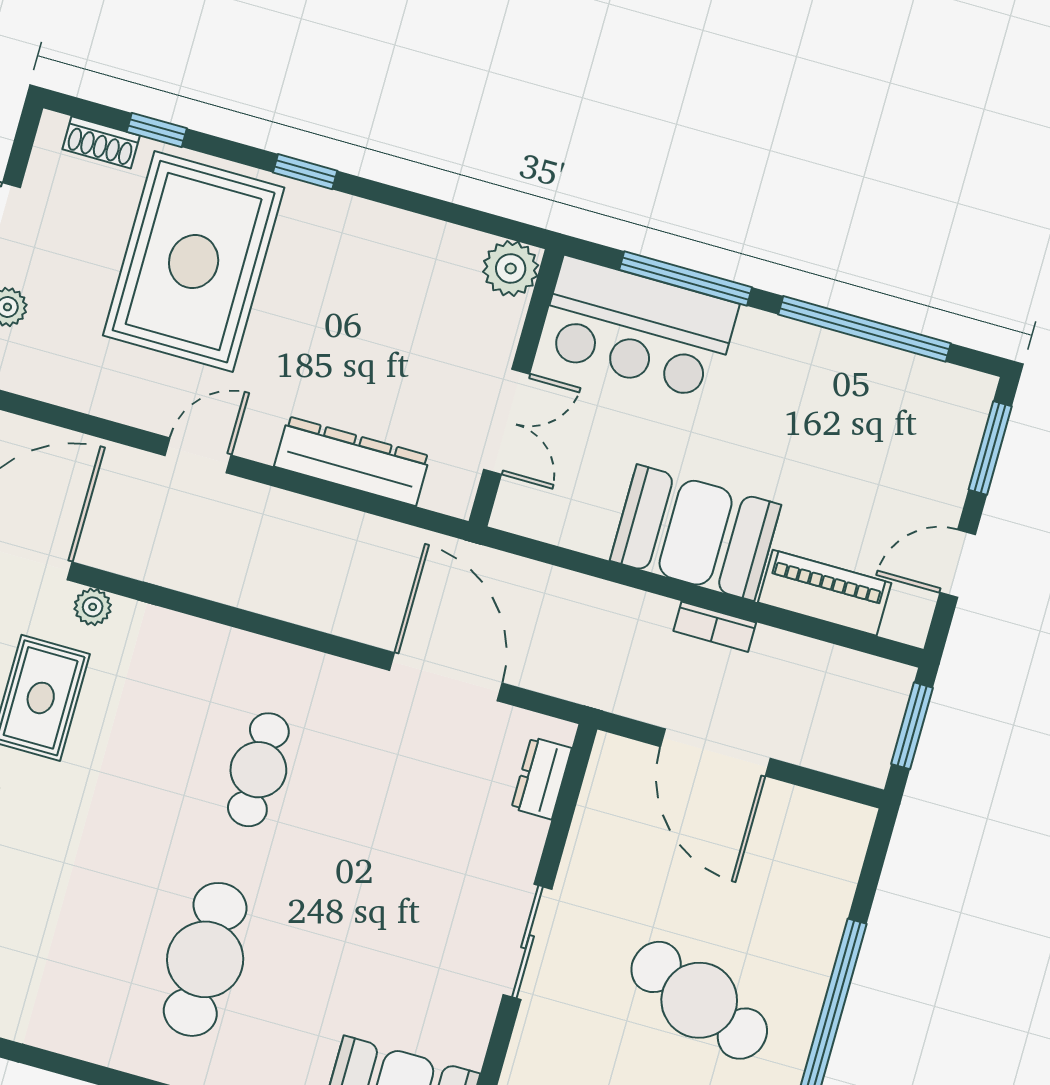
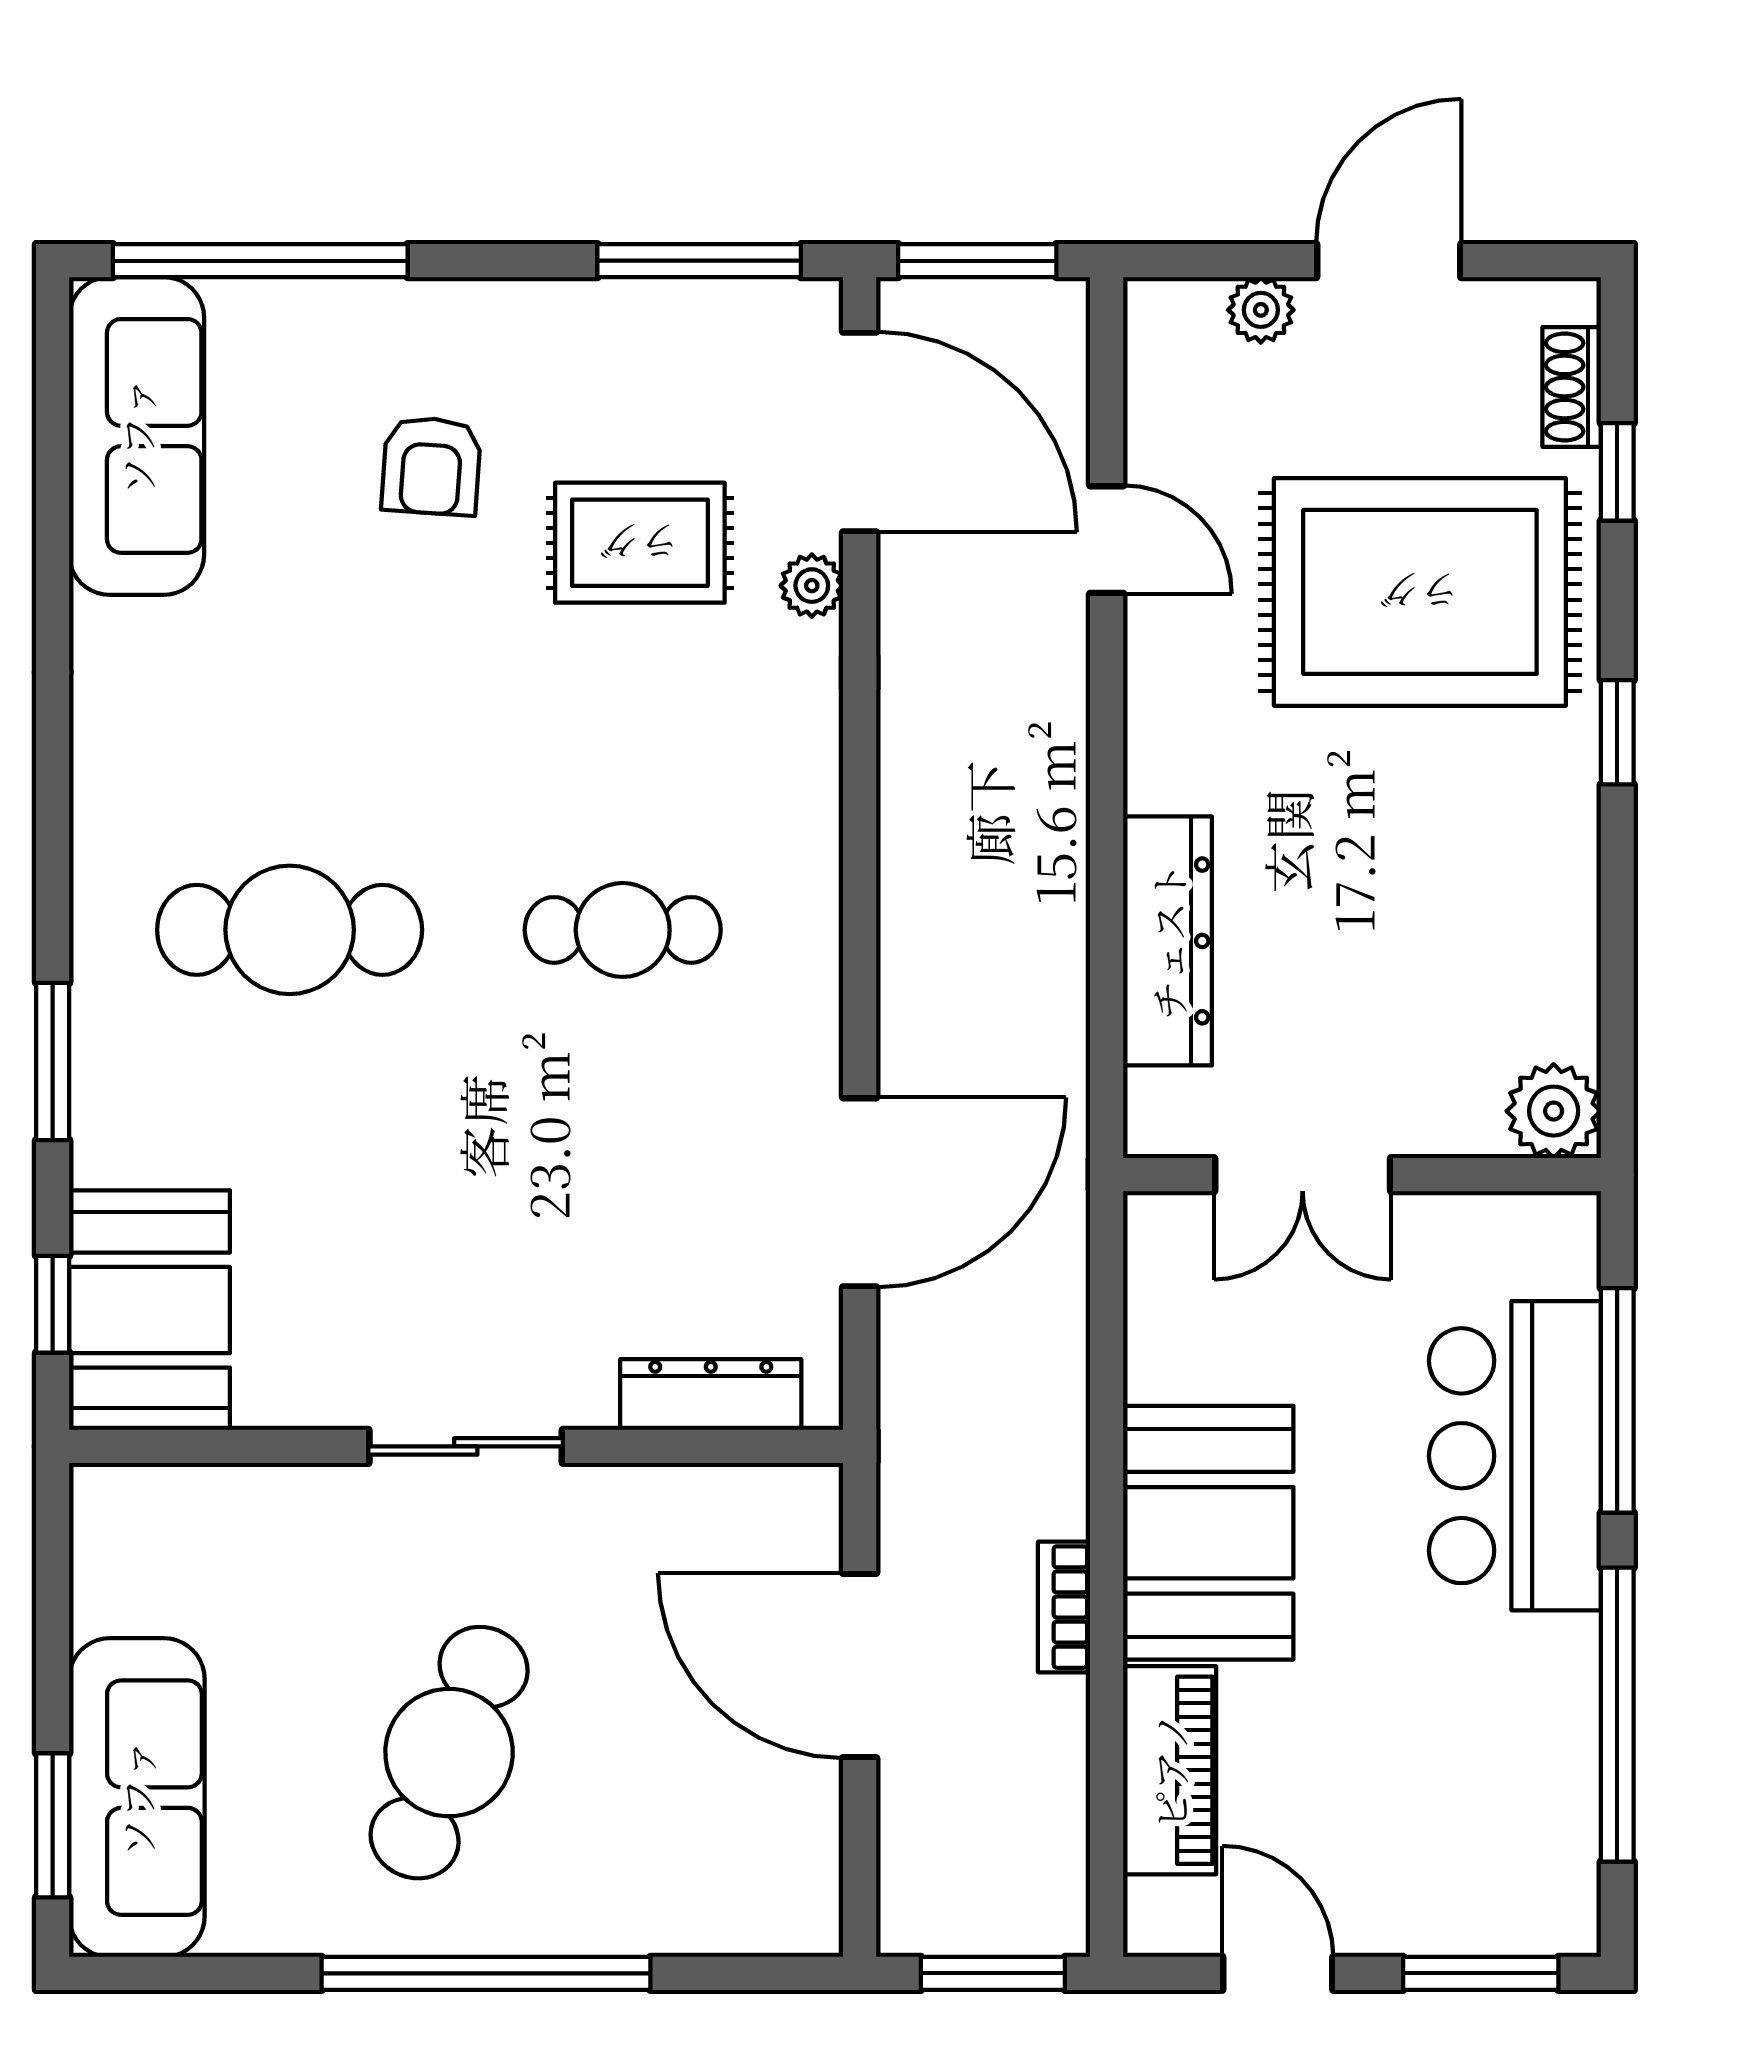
bar counter: (638, 328) -> (1515, 1456), moved
door: (198, 455) -> (1107, 540), moved
door: (715, 752) -> (860, 1665), hinge flipped
dresser: (542, 778) -> (711, 1394), width x1.44

